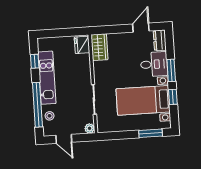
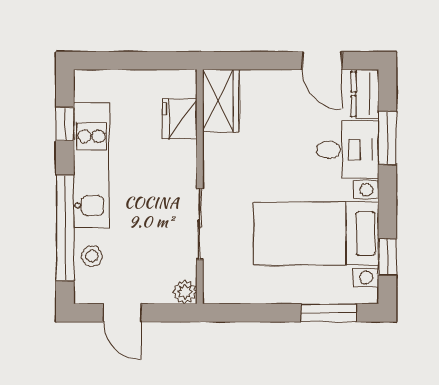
door: (141, 28) -> (322, 61), swing flipped
fridge: (82, 45) -> (180, 119), moved
window: (171, 70) -> (387, 138), moved
window: (173, 97) -> (387, 257), moved

